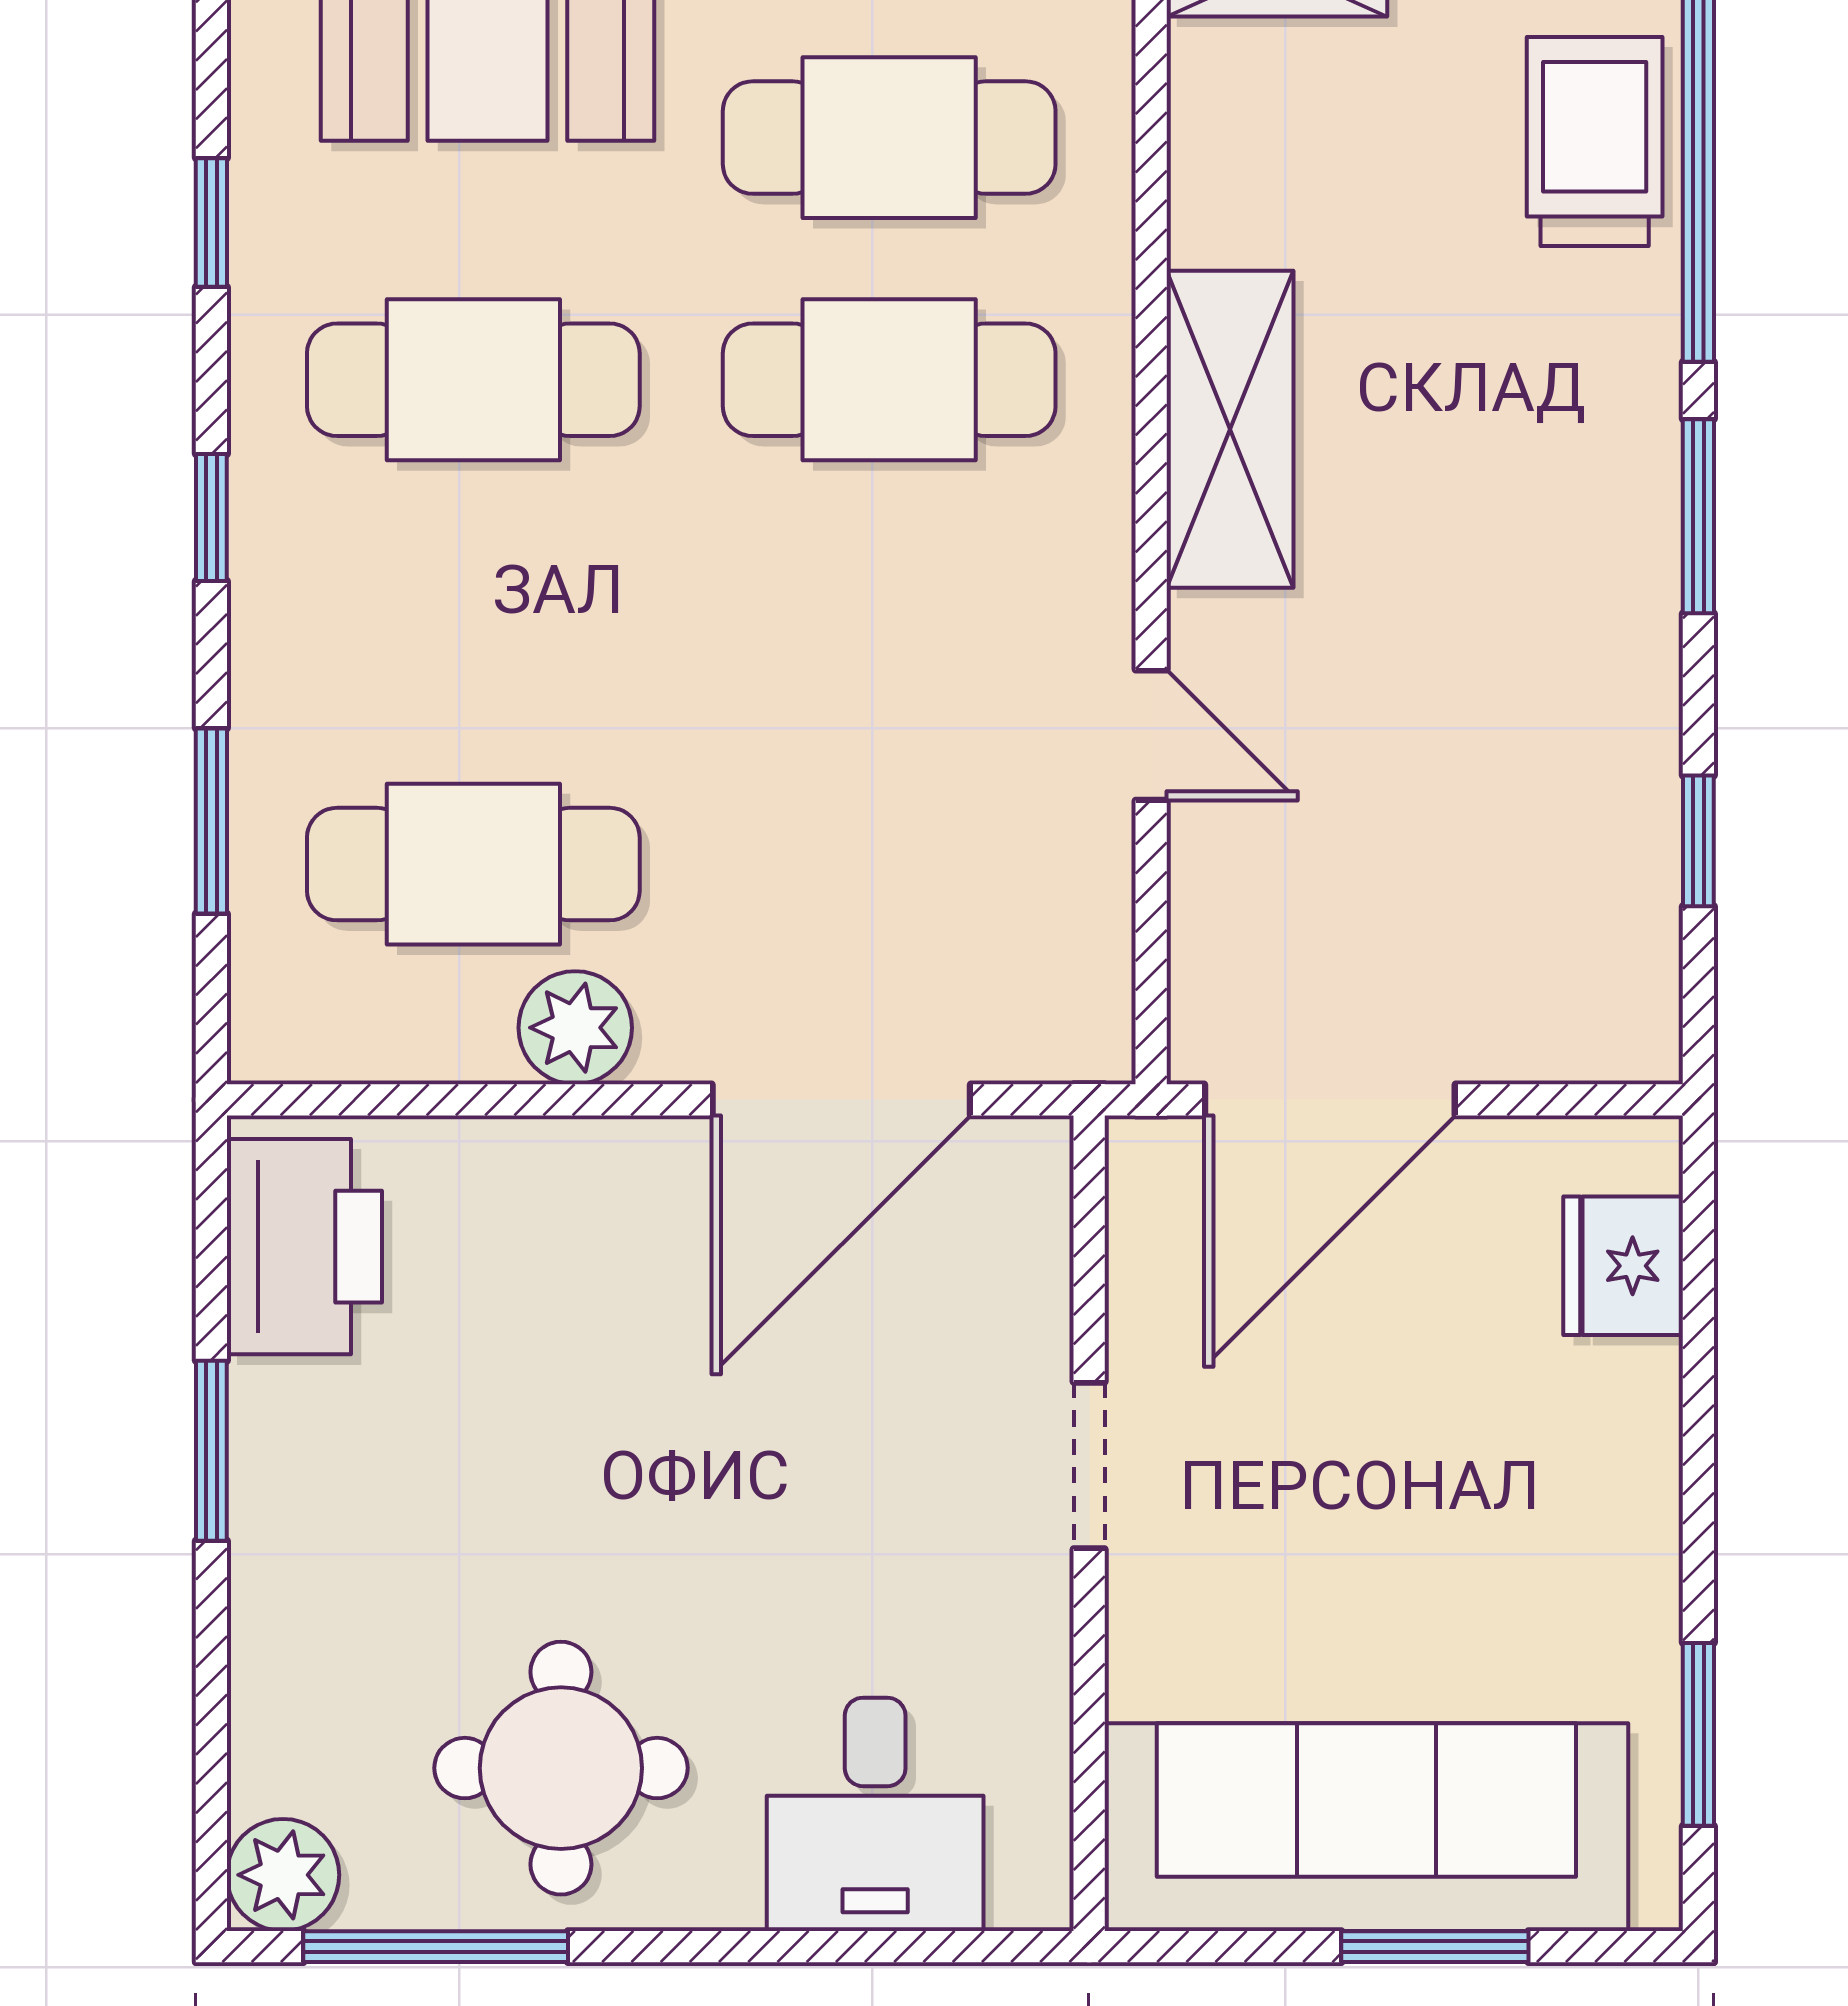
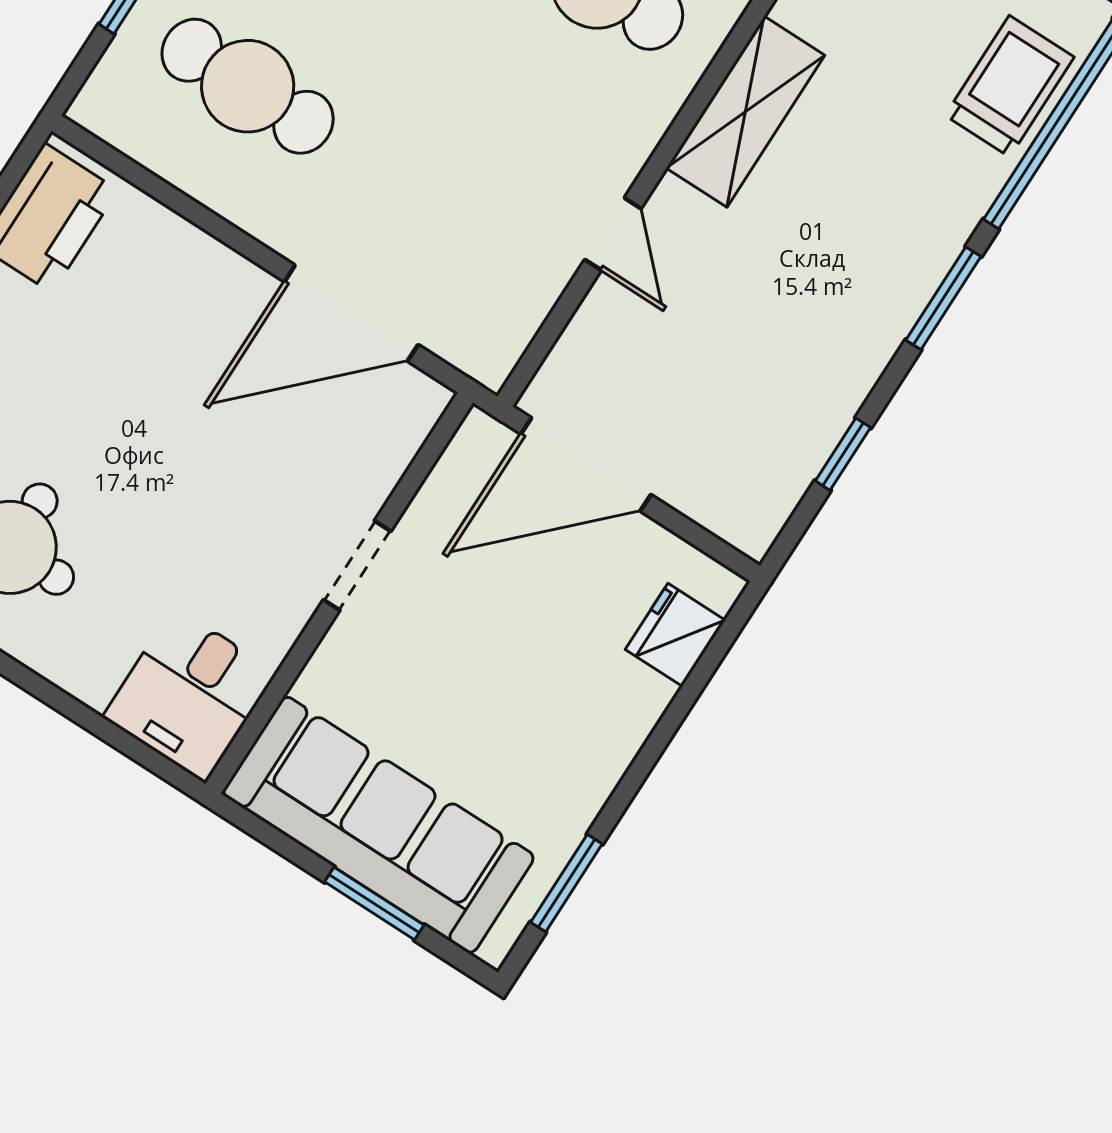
plant: (575, 1028) -> (246, 196), removed
desk: (875, 1814) -> (190, 695), moved

